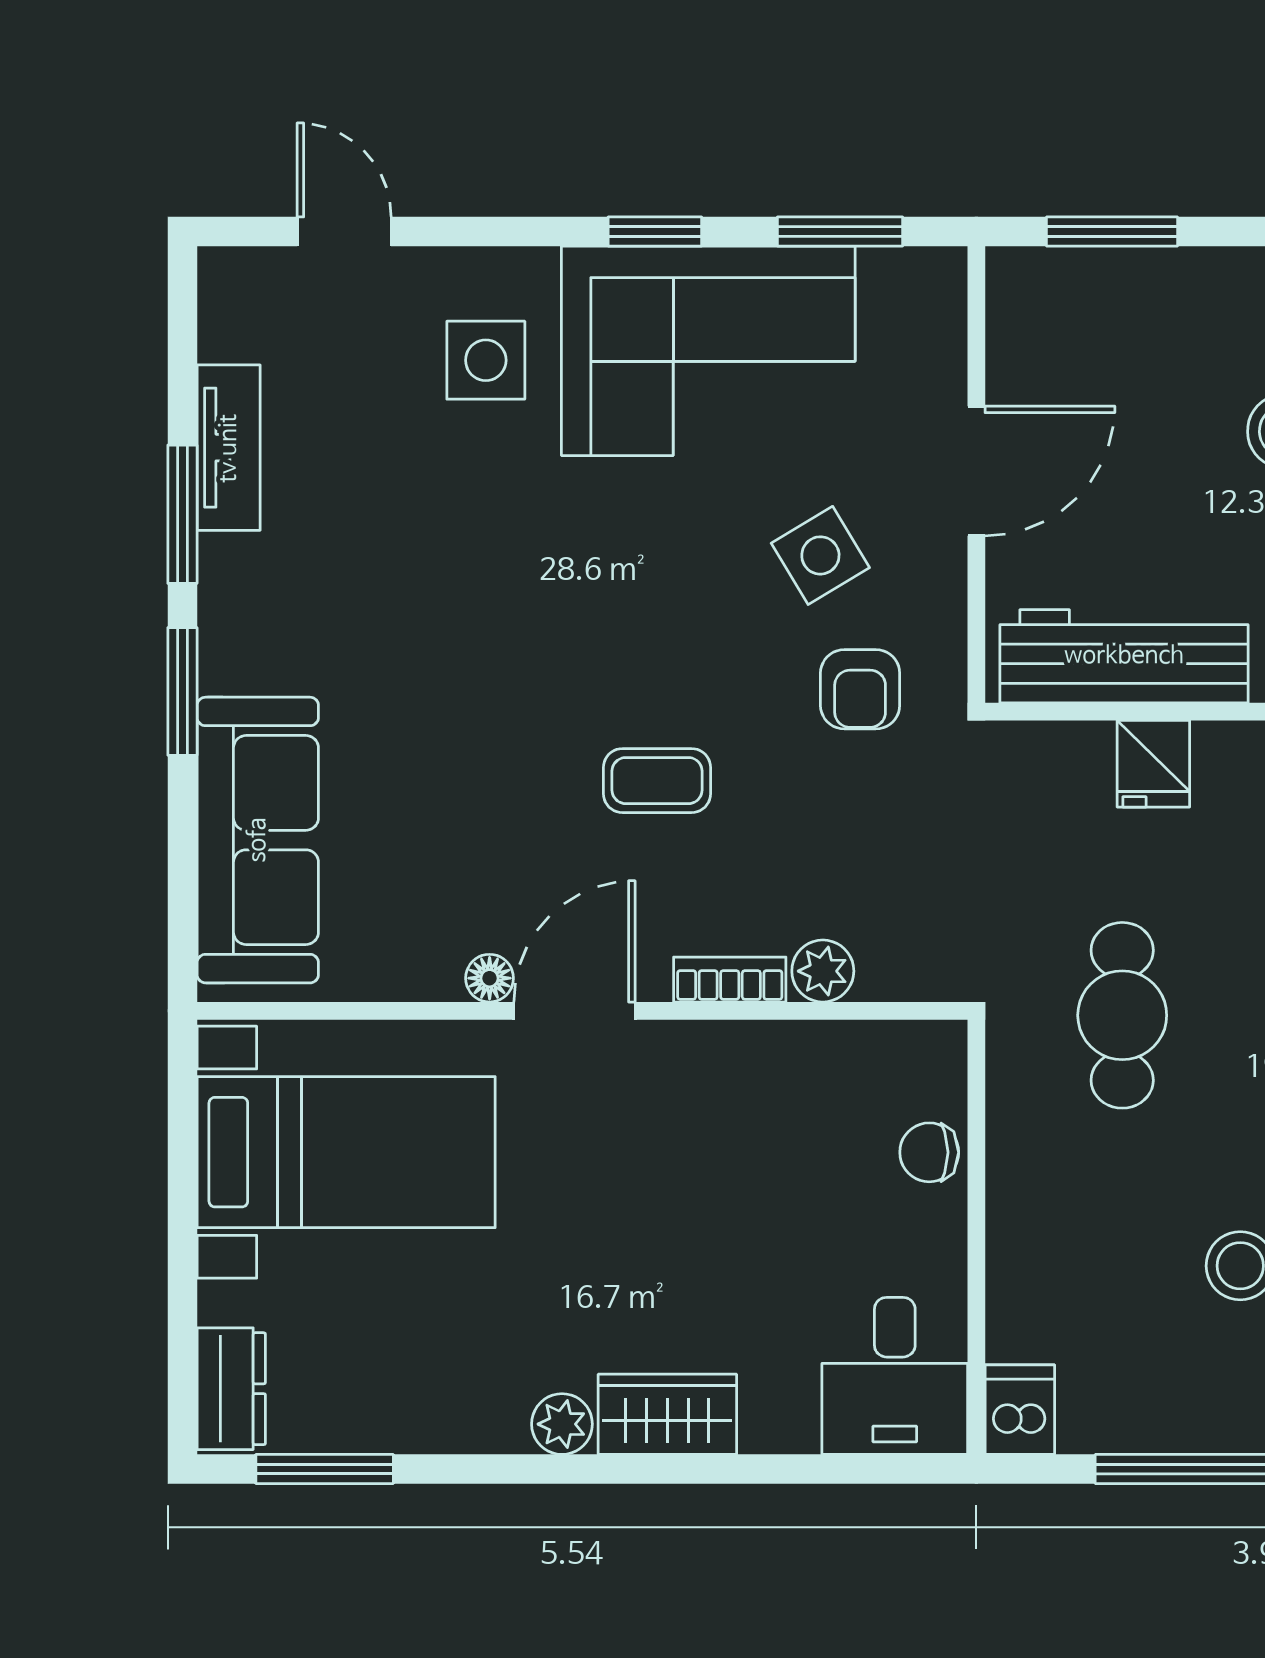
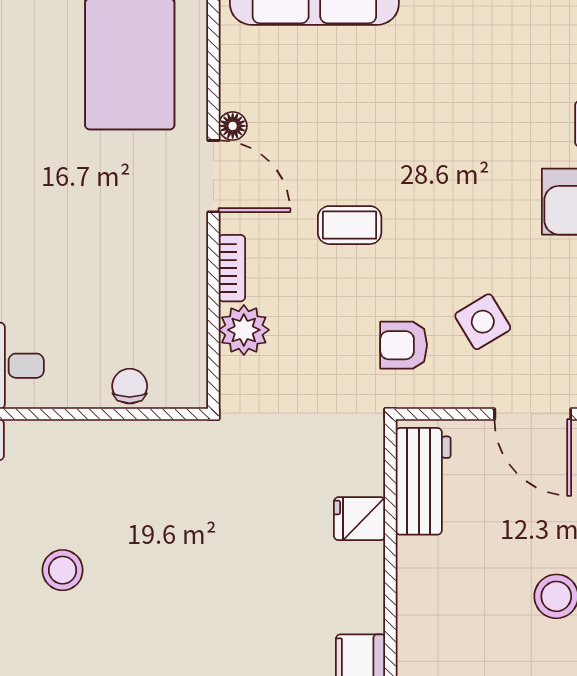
workbench: (1124, 656) -> (423, 481), width x0.73
coffee table: (657, 781) -> (350, 225), turned 90
plant: (823, 971) -> (244, 330), width x1.38, depth x1.38
cafe table: (1122, 1015) -> (211, 500), removed

